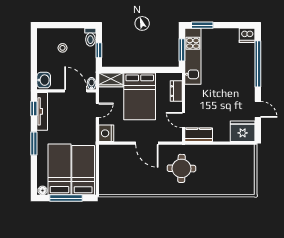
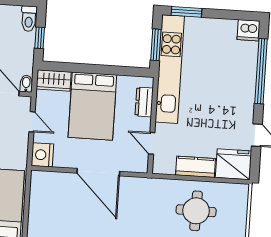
kitchen unit: (193, 56) -> (170, 69), width x1.36
door: (97, 110) -> (32, 122), hinge flipped
kitchen counter: (199, 135) -> (196, 167), moved
door: (147, 143) -> (98, 172), width x1.36
round table: (181, 168) -> (196, 211), moved

